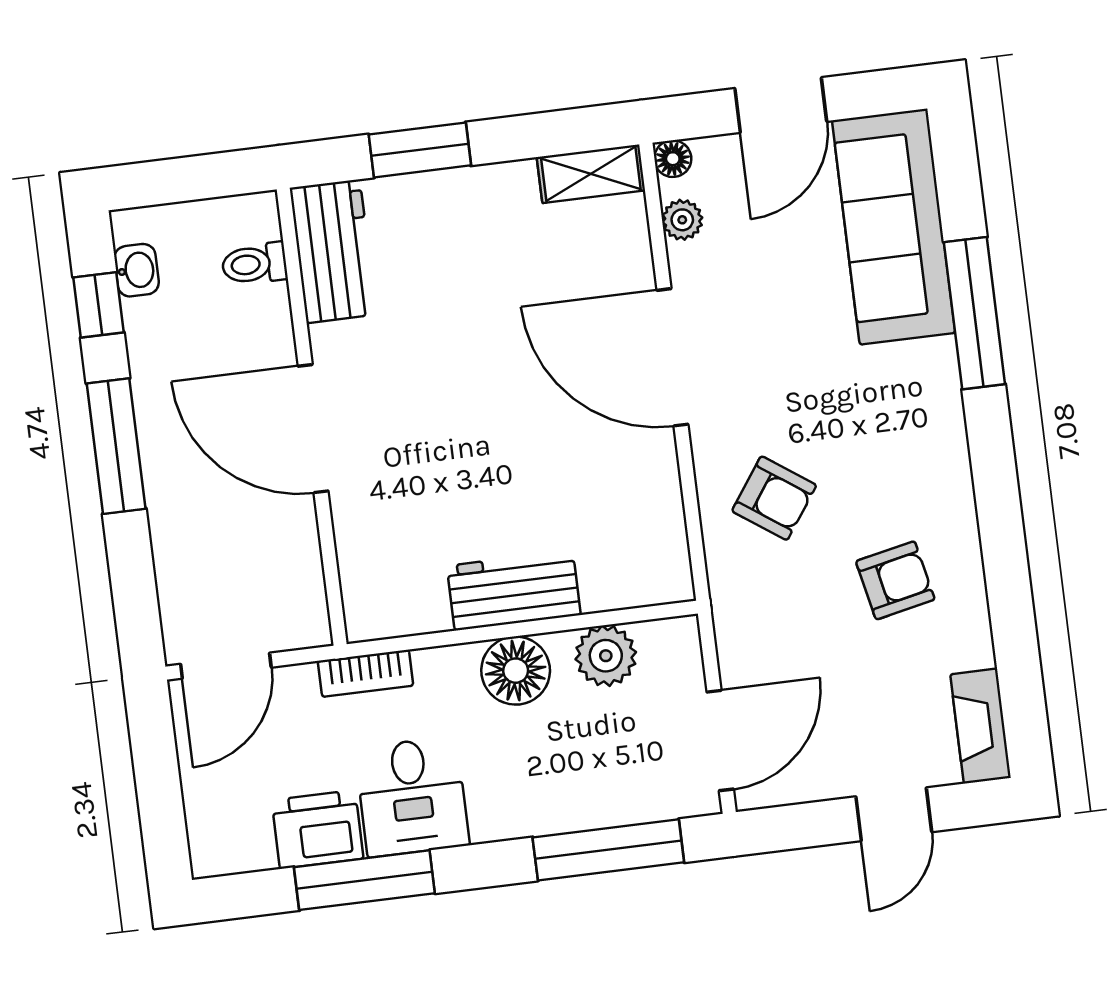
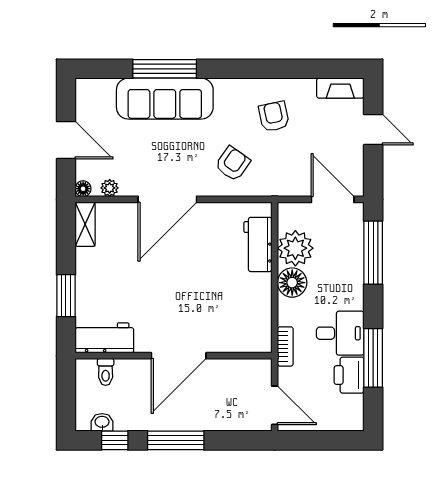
sofa: (894, 227) -> (165, 99), moved
workbench: (514, 590) -> (258, 244), moved
plant: (606, 656) -> (295, 248), width x1.36, depth x1.36

